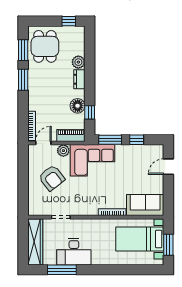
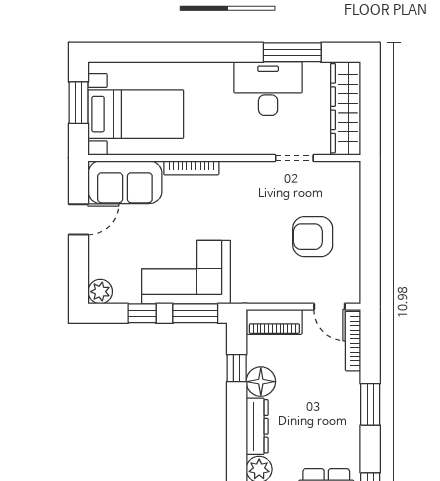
dresser: (79, 79) -> (257, 426), width x1.44
window: (23, 80) -> (370, 404), moved
door: (43, 143) -> (329, 307), hinge flipped
plant: (63, 151) -> (100, 292), moved
corner sofa: (93, 160) -> (186, 272), moved
door: (168, 167) -> (79, 219), moved
armchair: (52, 178) -> (313, 237), turned -52

